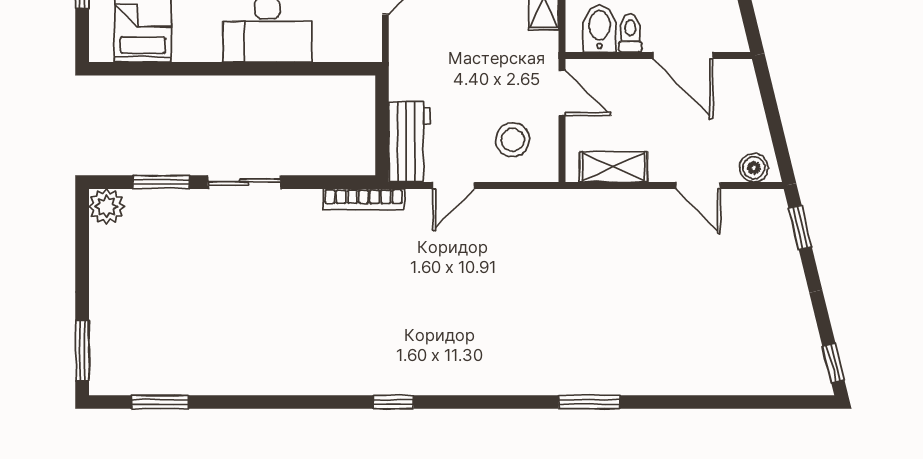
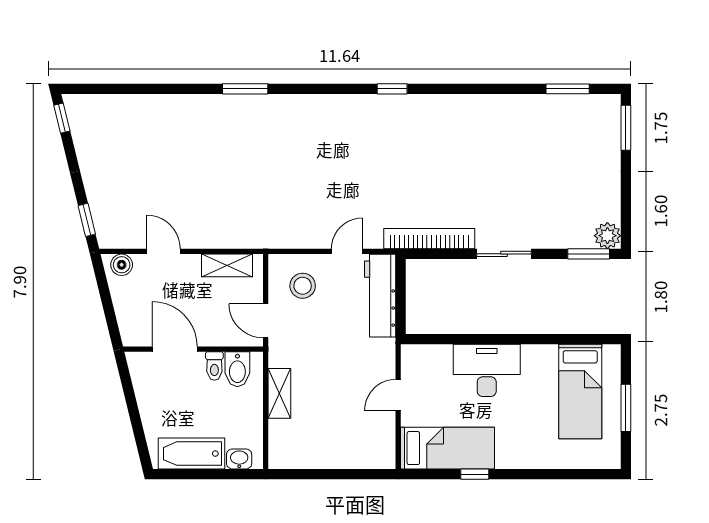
workbench: (409, 142) -> (380, 296), width x1.38
window: (161, 182) -> (589, 254), moved
bookcase: (364, 199) -> (429, 239), width x1.48, depth x1.31

